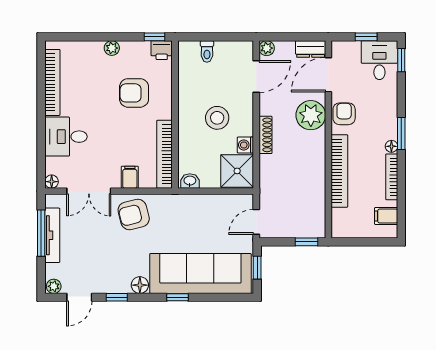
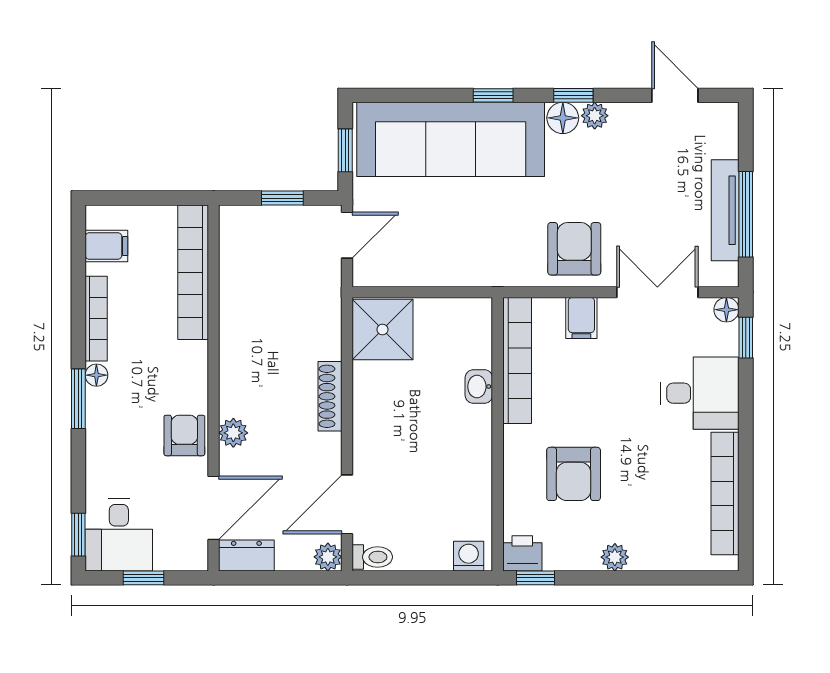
toilet: (207, 51) -> (372, 557), moved, turned 90
armchair: (134, 93) -> (574, 474), turned 90
armchair: (344, 114) -> (184, 435), turned 180
plant: (311, 115) -> (233, 433), width x0.53, depth x0.53
stool: (217, 118) -> (420, 428), removed
washing machine: (245, 145) -> (469, 556), moved, turned -90
window: (41, 167) -> (746, 338), added
bookcase: (339, 171) -> (193, 272), moved
washbasin: (190, 181) -> (479, 387), moved, turned 90
armchair: (134, 215) -> (574, 249), turned -76
window: (306, 242) -> (282, 198), moved
plant: (54, 286) -> (595, 116), moved
door: (79, 297) -> (675, 95), hinge flipped
window: (117, 297) -> (573, 95), moved

